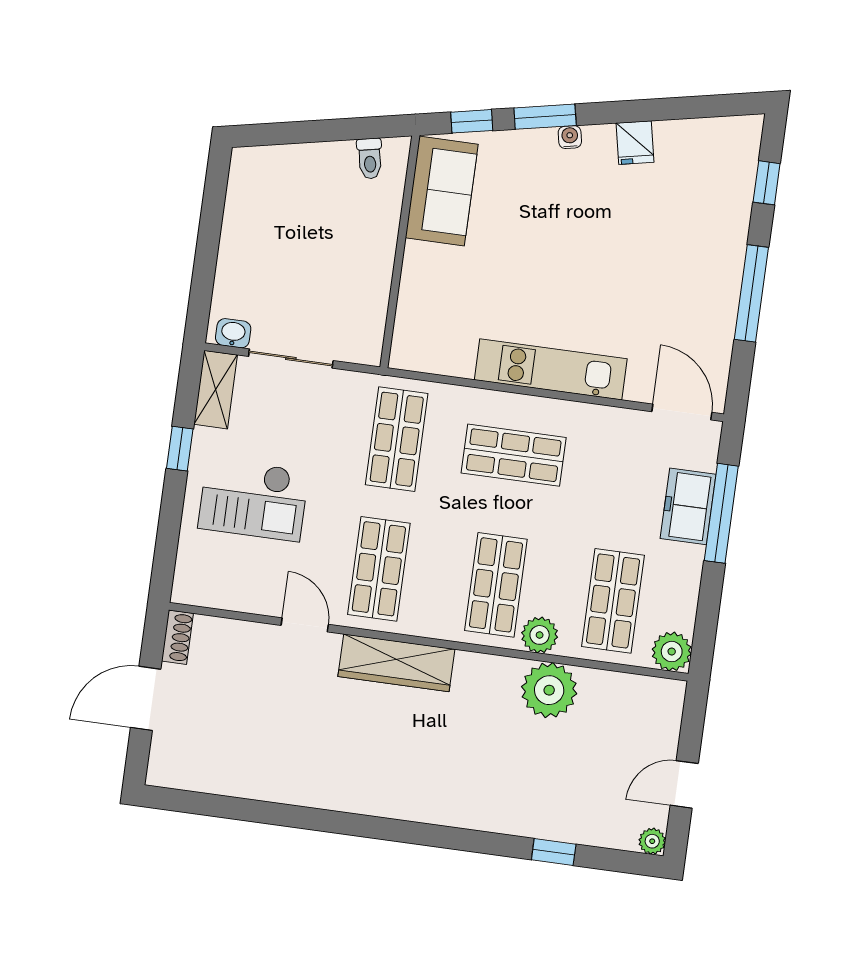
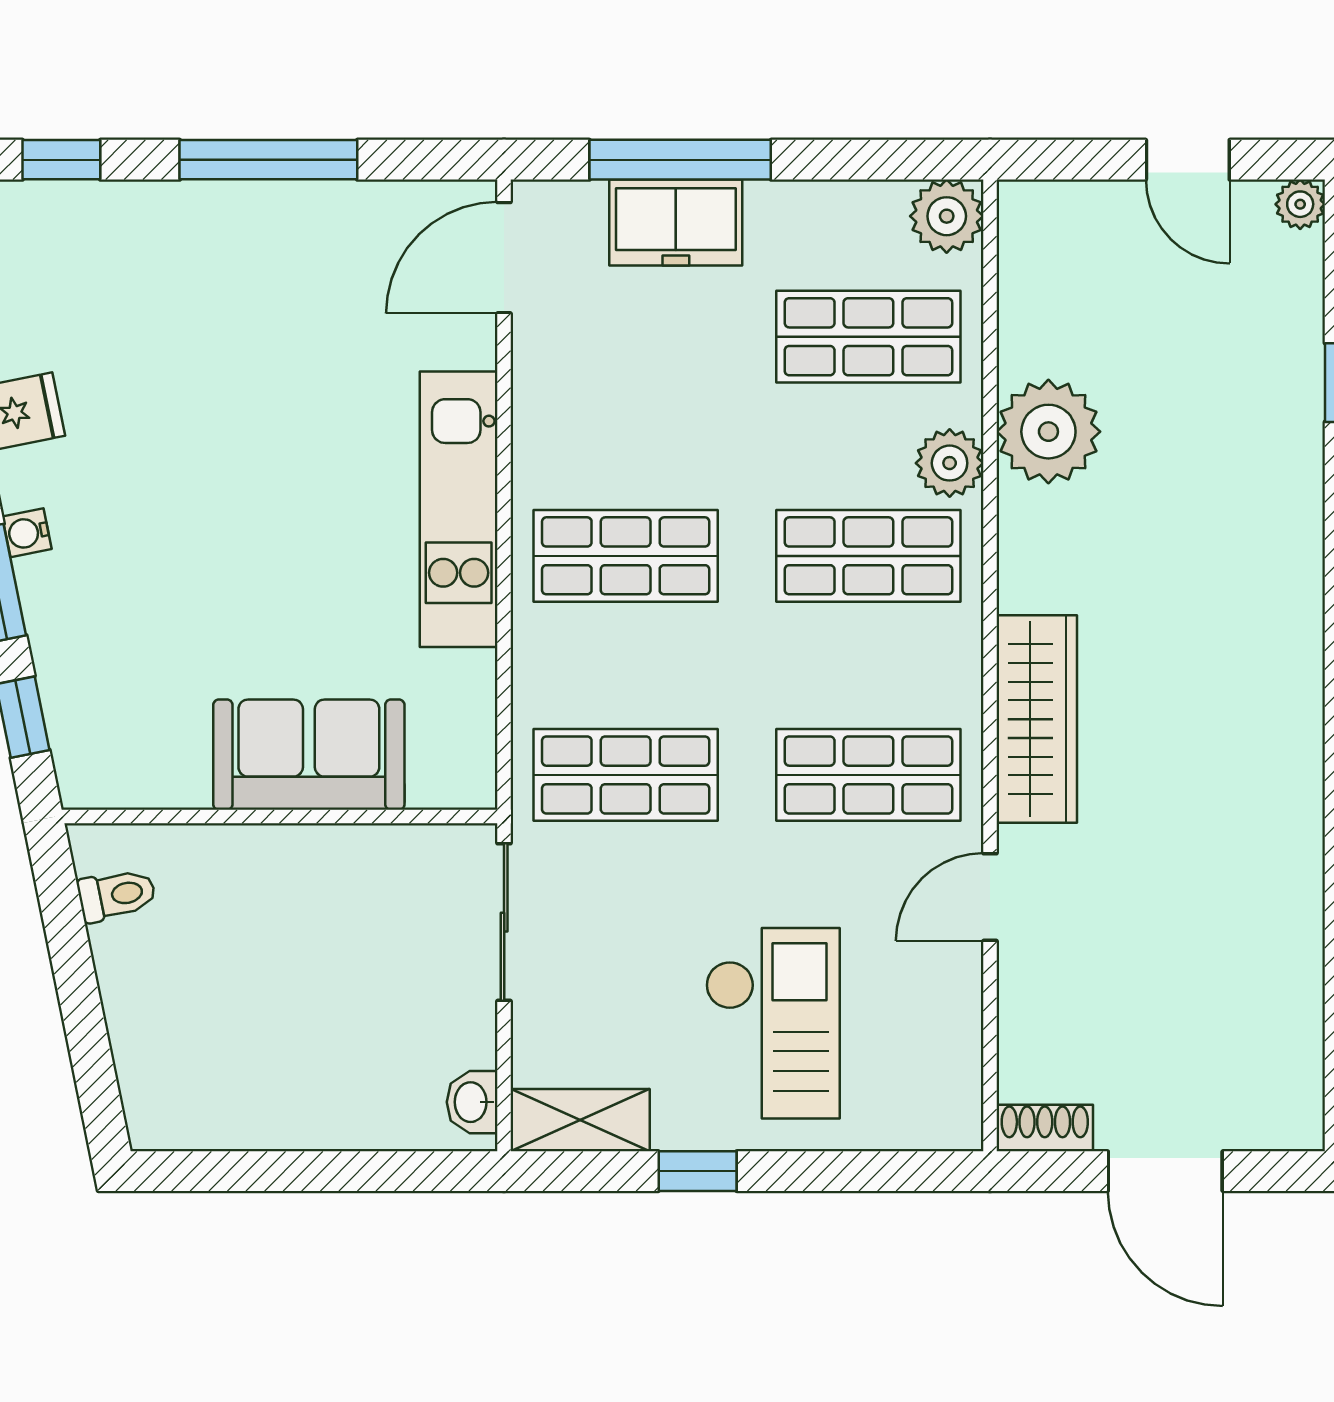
sofa: (442, 191) -> (309, 755), moved
sliding door: (291, 358) -> (504, 922), moved
shop shelf: (514, 455) -> (626, 556), turned 90

